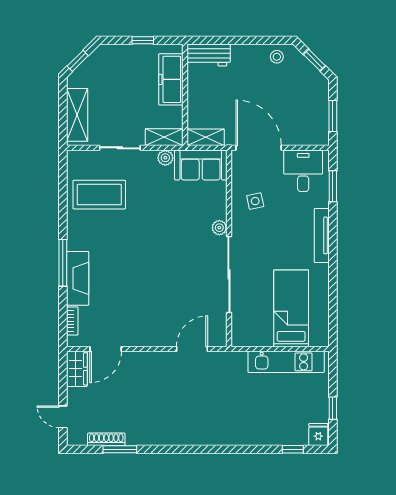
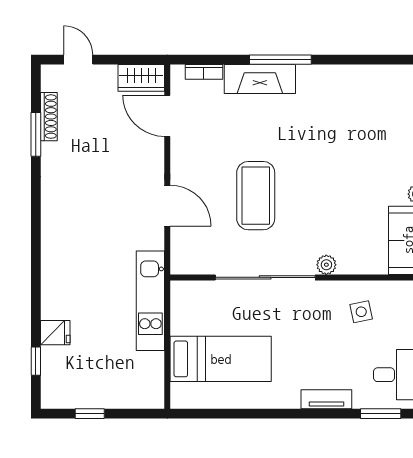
coffee table: (99, 195) -> (256, 196), moved
tv unit: (322, 235) -> (326, 399), width x0.71
door: (192, 349) -> (167, 206), moved
kitchen unit: (286, 362) -> (150, 301), moved
door: (63, 417) -> (78, 60), hinge flipped
fridge: (318, 434) -> (55, 333), moved

